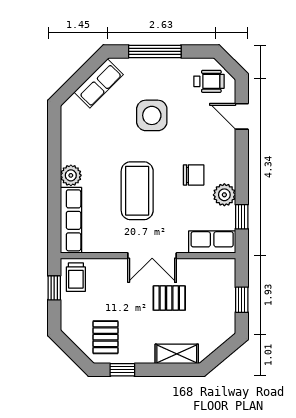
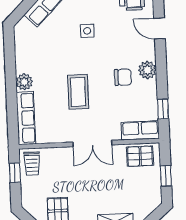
side table: (152, 115) -> (87, 31), width x0.54, depth x0.54
coffee table: (137, 191) -> (78, 92), width x0.73, depth x0.76
plant: (224, 195) -> (147, 70), moved
pallet: (169, 298) -> (140, 156), moved

